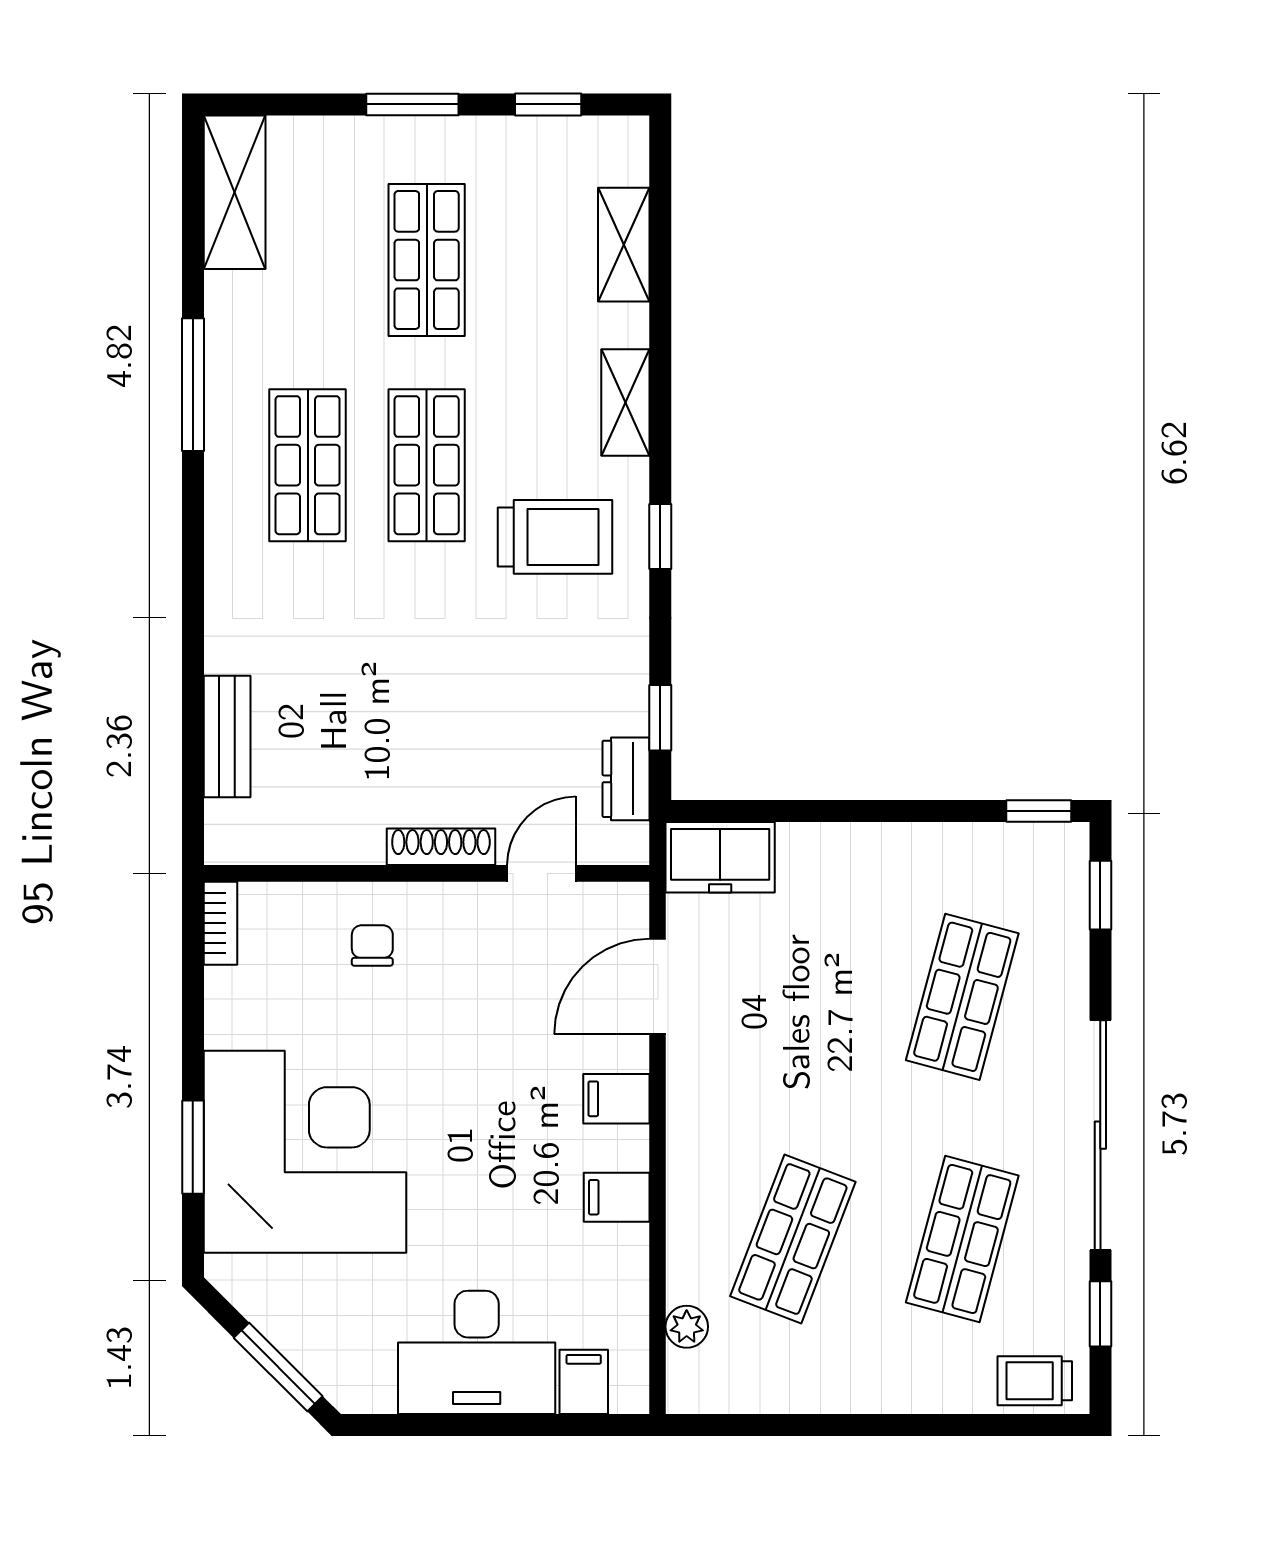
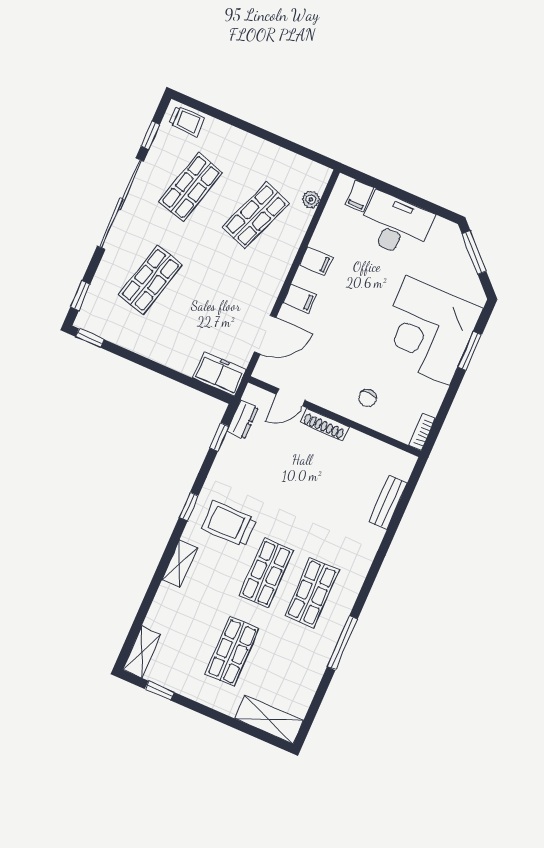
window: (412, 104) -> (211, 713), removed
shelving: (235, 192) -> (269, 719), moved, turned 90
shelving: (624, 245) -> (142, 652), moved

